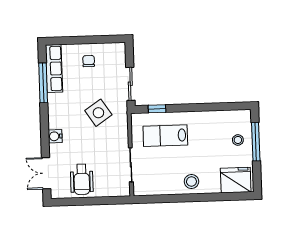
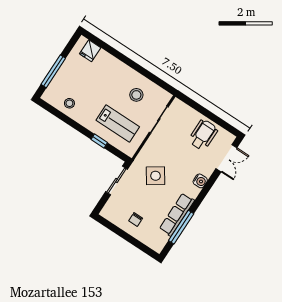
row of seats: (54, 69) -> (177, 215), moved
window: (157, 109) -> (99, 141), moved
stool: (238, 140) -> (69, 103), moved
fridge: (236, 180) -> (90, 51), width x0.53, depth x0.75
stool: (191, 181) -> (136, 95), moved

